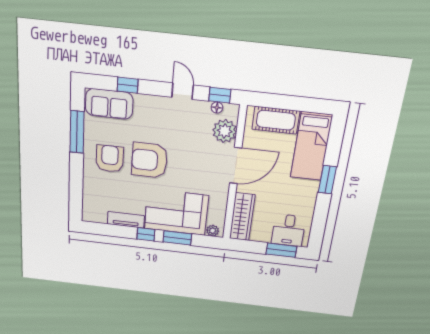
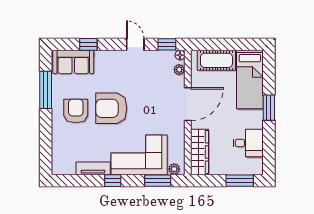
floor lamp: (217, 108) -> (180, 55), moved
plant: (225, 131) -> (179, 70), width x0.53, depth x0.53
desk: (288, 230) -> (248, 143), moved, turned -90
window: (177, 238) -> (158, 181), moved

